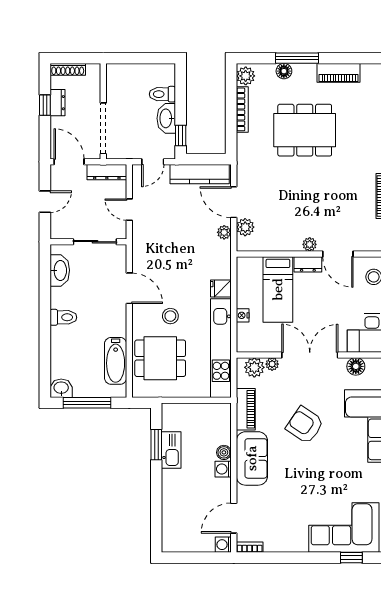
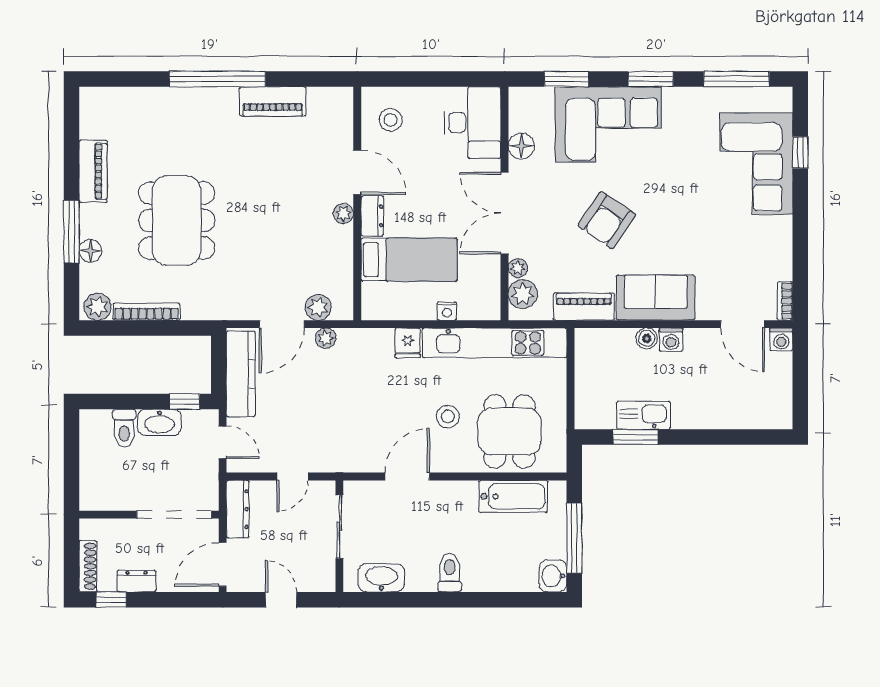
window: (45, 105) -> (111, 600), moved
door: (338, 254) -> (357, 172), hinge flipped

